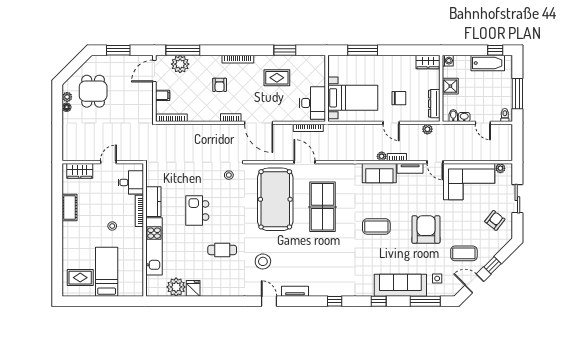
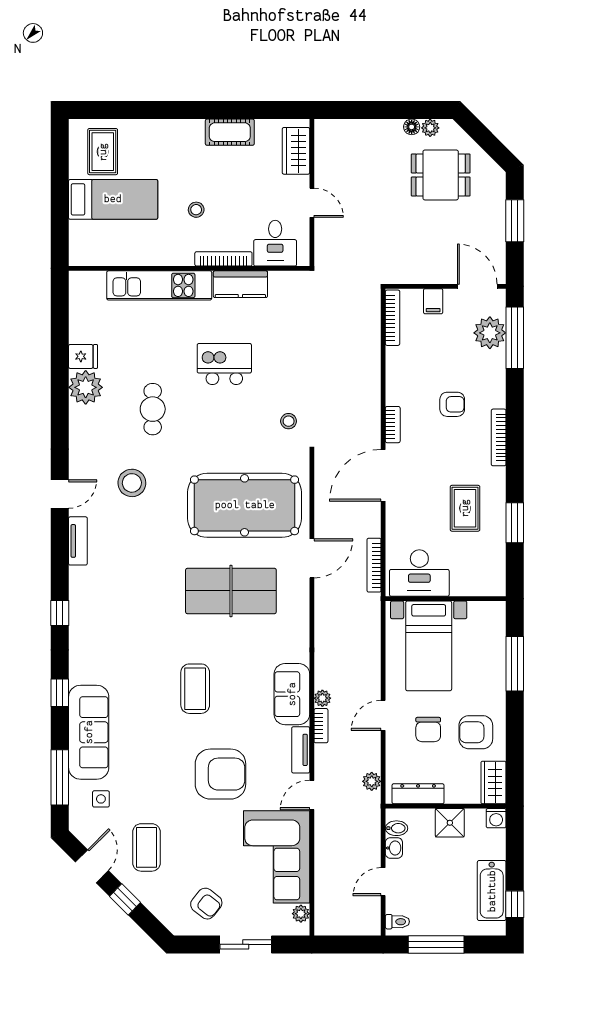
armchair: (400, 72) -> (476, 732), added
armchair: (220, 85) -> (452, 404), turned 180
armchair: (426, 230) -> (220, 774), moved
plant: (176, 287) -> (86, 387), moved

